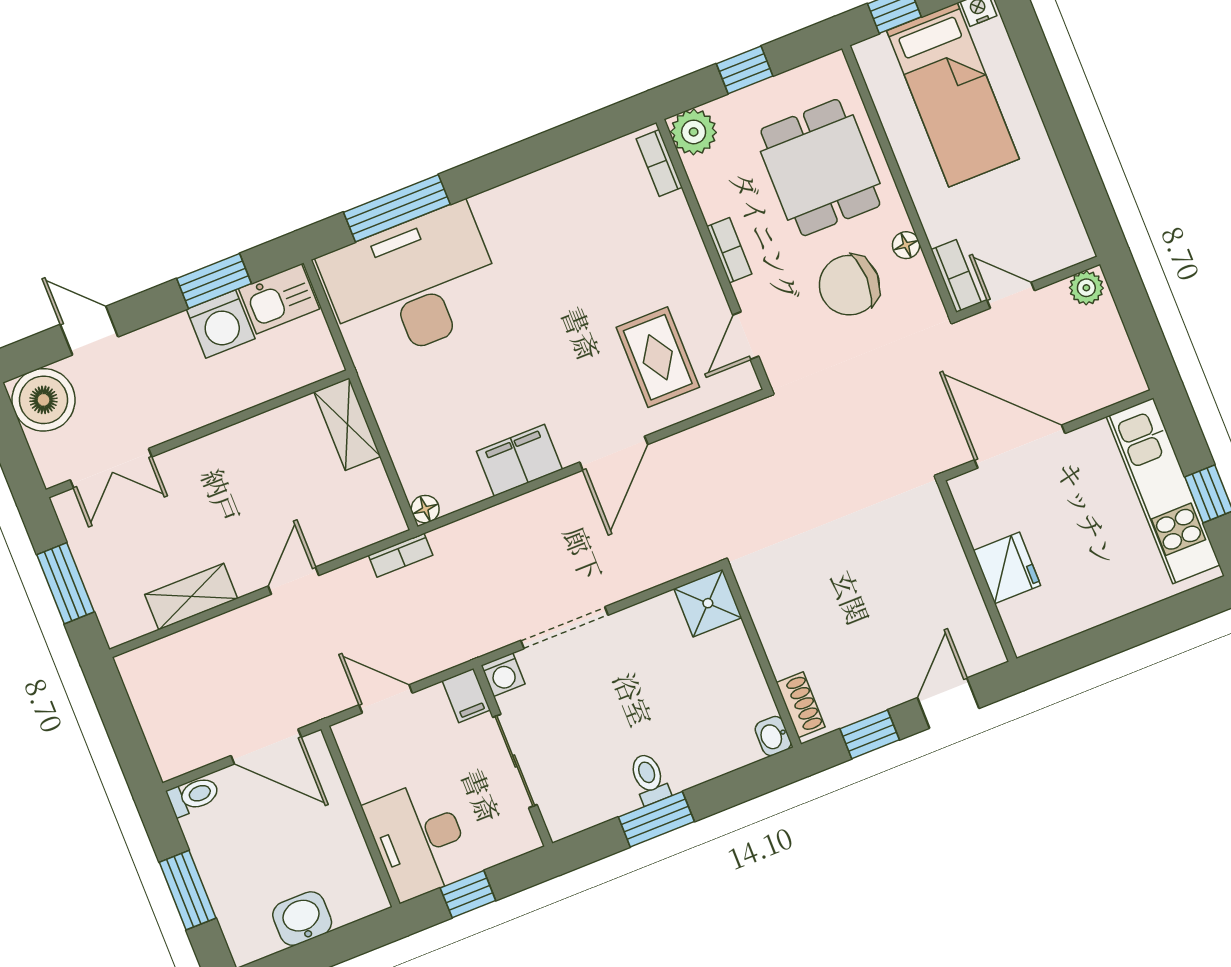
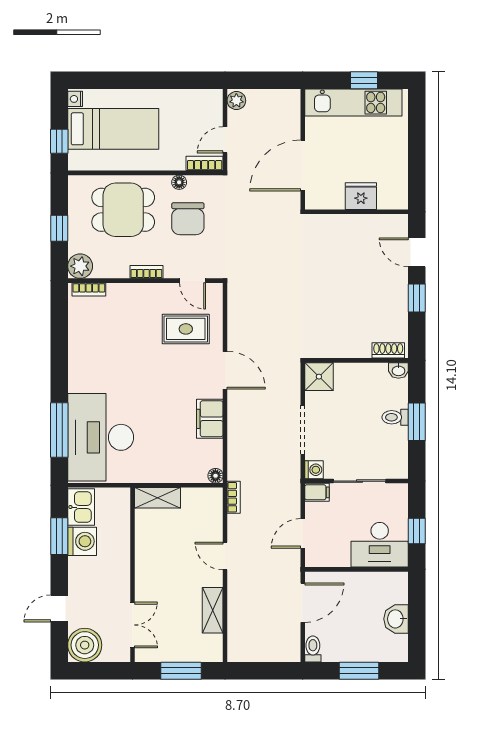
shower: (708, 603) -> (319, 377), moved
wall: (762, 657) -> (357, 360), moved
shoe rack: (801, 705) -> (388, 350), moved
washbasin: (773, 736) -> (398, 370), moved

